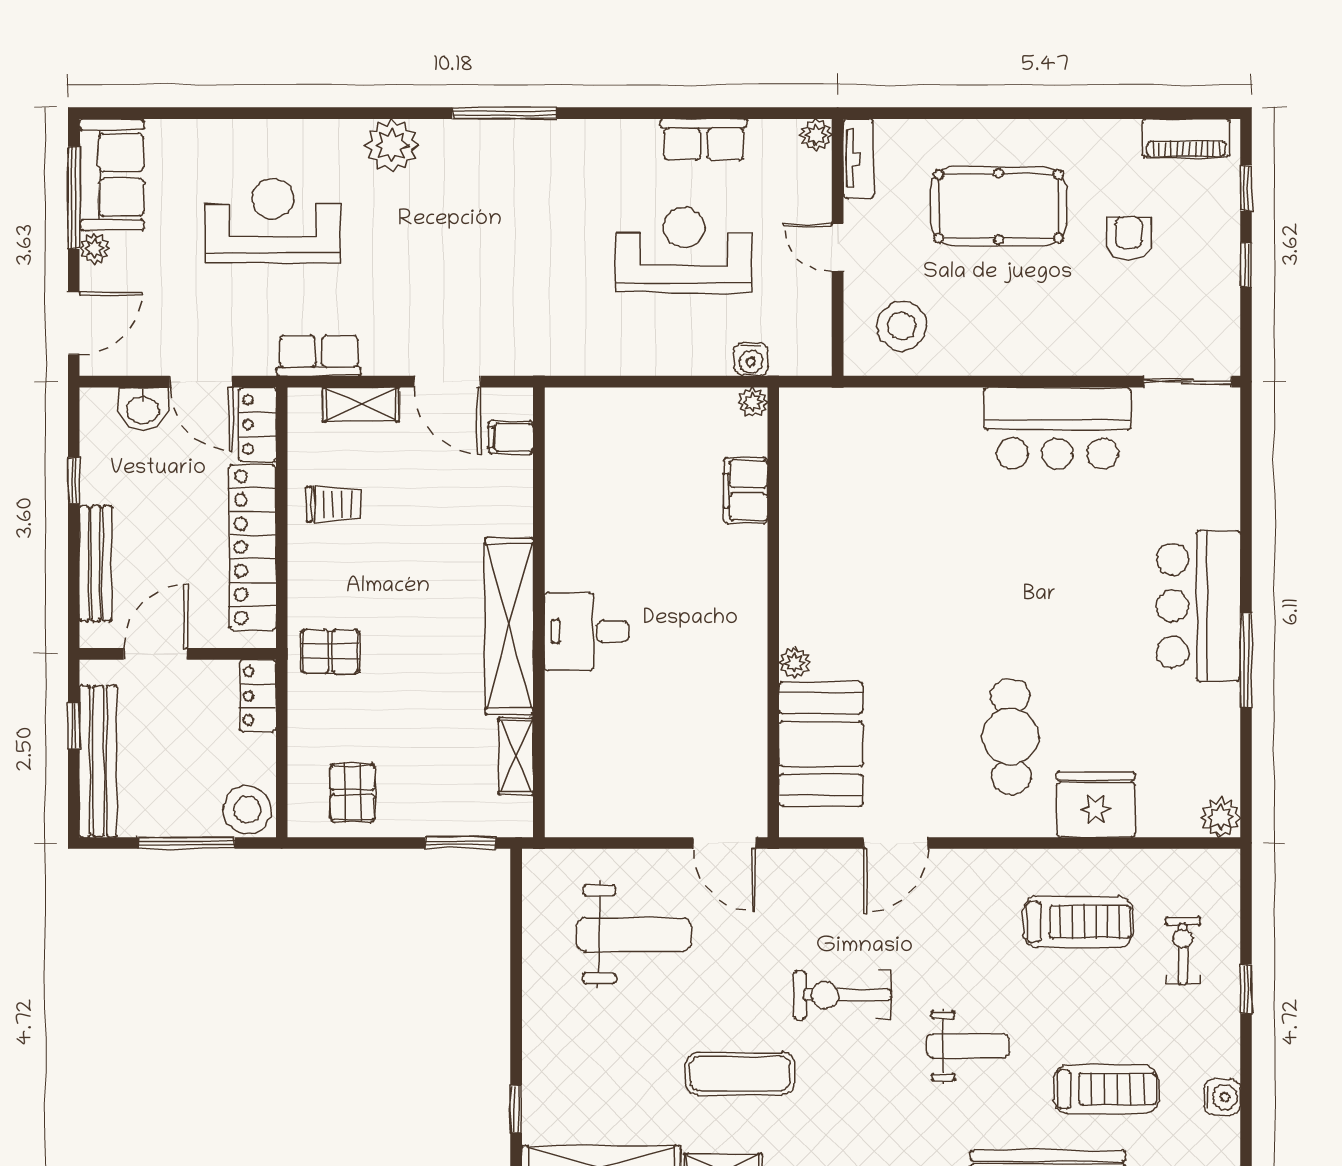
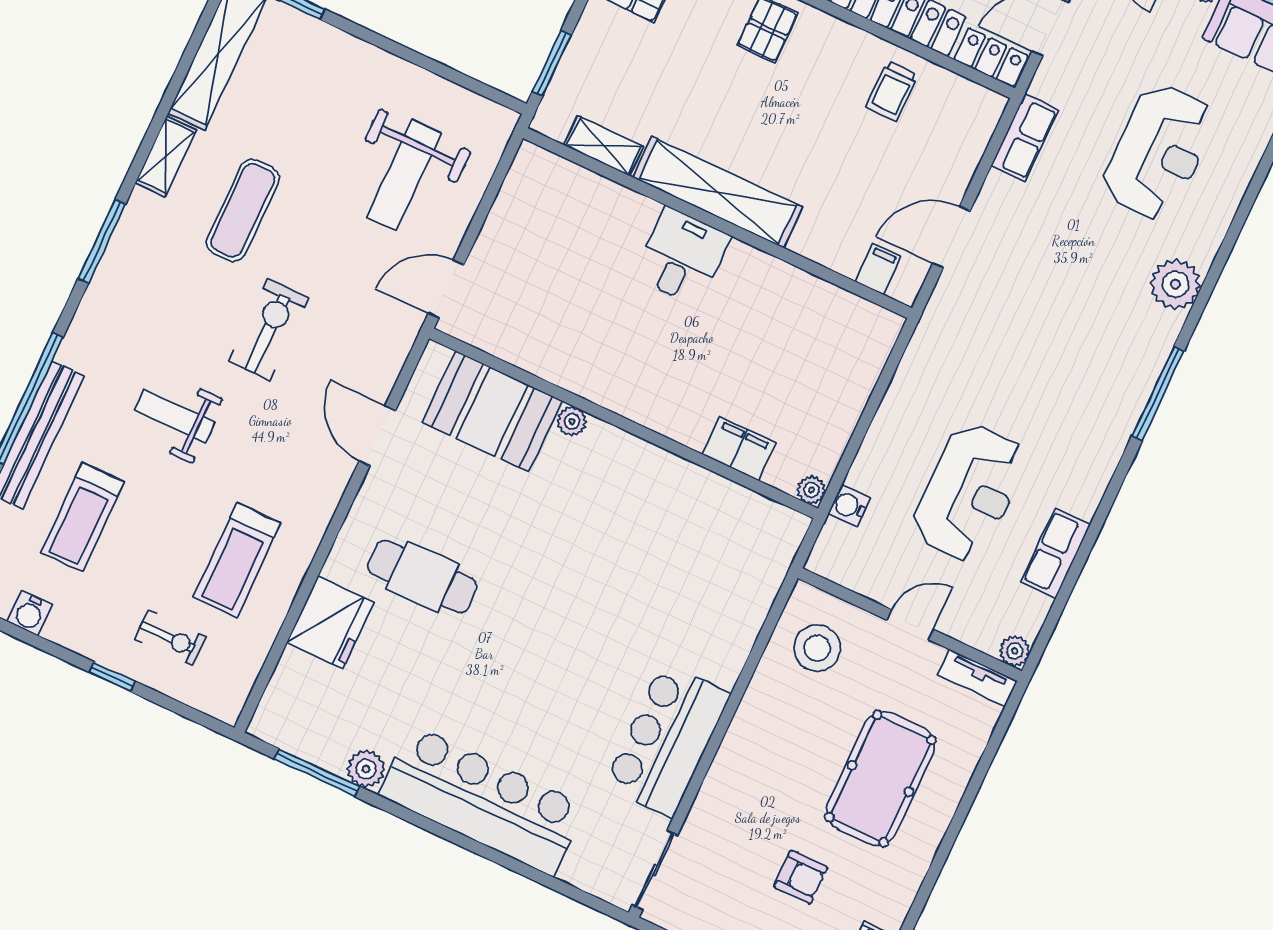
shelving: (361, 404) -> (966, 154), removed
bar counter: (1198, 606) -> (482, 800), width x1.36
window: (1246, 660) -> (317, 773), moved
plant: (1220, 817) -> (366, 769), moved
weight bench: (968, 1046) -> (175, 416), turned 90

